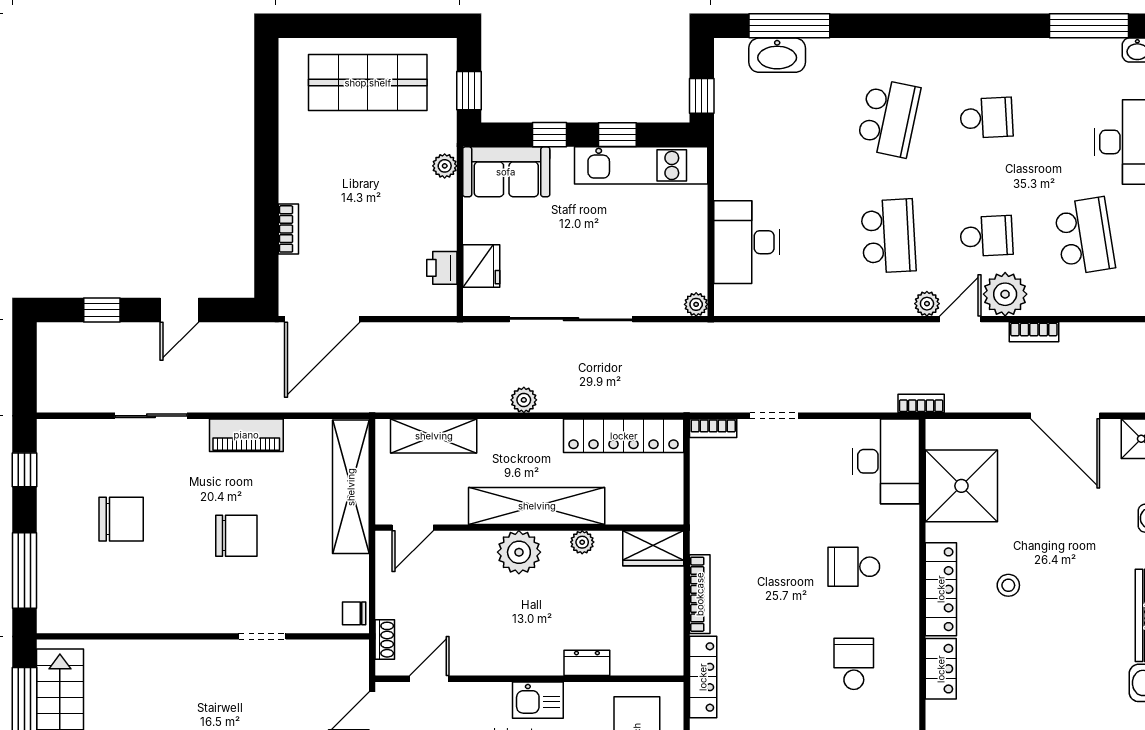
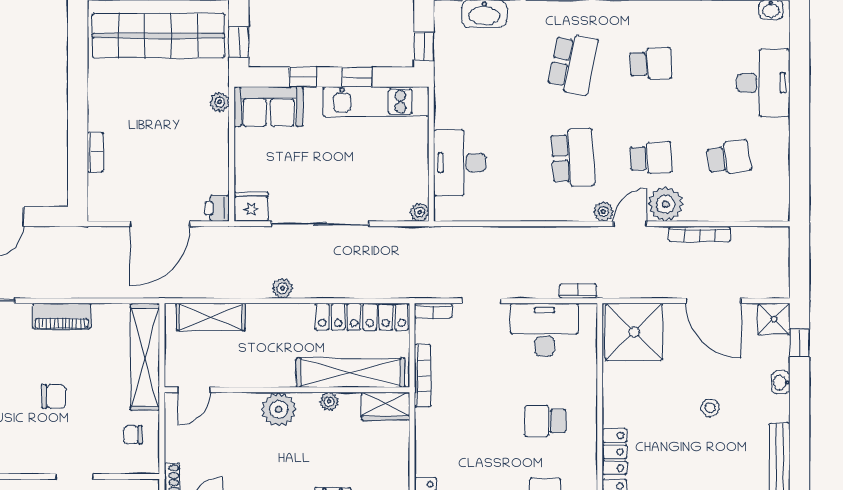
shop shelf: (368, 83) -> (158, 36), width x1.40
school desk: (1084, 236) -> (729, 158), width x0.54
fridge: (481, 266) -> (251, 207), moved, turned -90
printer: (442, 268) -> (217, 208), moved
door: (322, 319) -> (160, 224), moved
bookcase: (1034, 332) -> (700, 234), width x1.56
bookcase: (921, 403) -> (578, 291), moved
desk: (886, 461) -> (544, 330), moved, turned -90
shower: (961, 486) -> (634, 332), moved
shelving: (537, 506) -> (351, 373), moved
chair: (236, 536) -> (54, 396), width x0.73, depth x0.73
stool: (1008, 585) -> (710, 408), moved
locker: (941, 589) -> (614, 452), width x0.66
bookcase: (700, 594) -> (423, 376), moved
chair: (354, 613) -> (133, 435), moved

